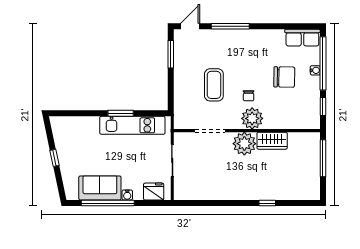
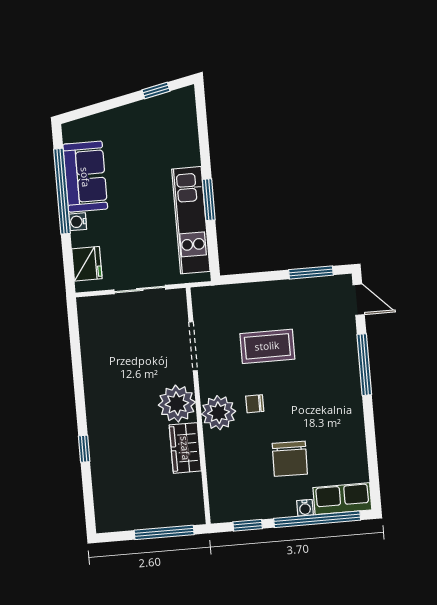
row of seats: (302, 38) -> (342, 499), moved, turned 90
window: (54, 158) -> (156, 91), moved

